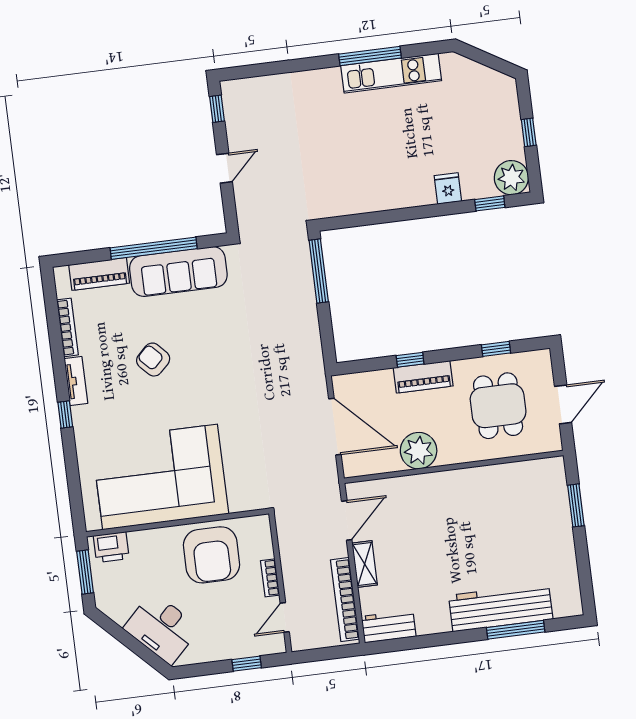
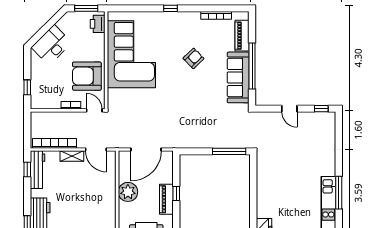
tv unit: (76, 381) -> (187, 16), removed
door: (285, 617) -> (94, 110), moved
workbench: (389, 626) -> (37, 170), width x1.38
window: (400, 644) -> (27, 169), added

